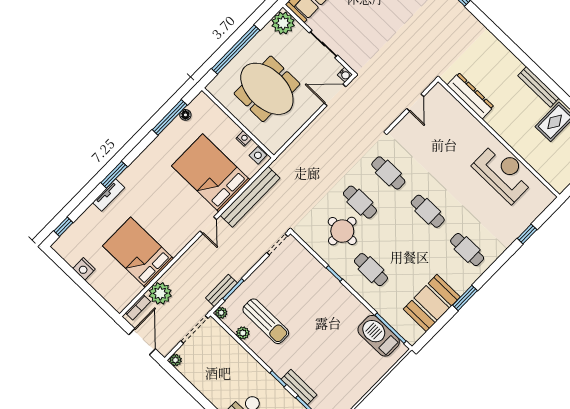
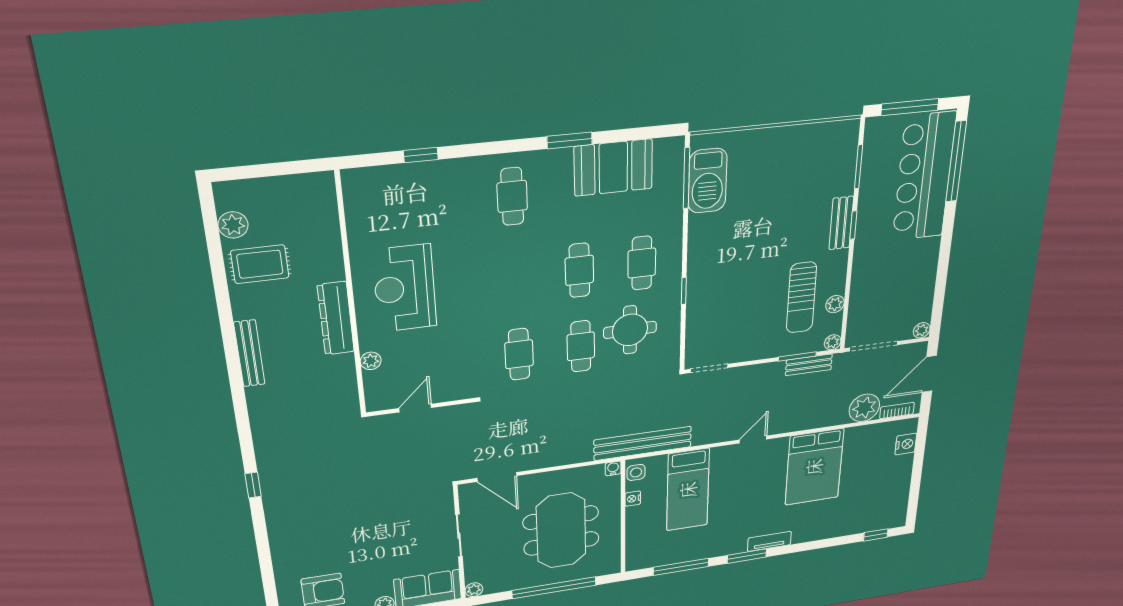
plant: (283, 23) -> (474, 590), width x0.53, depth x0.53
water cooler: (345, 75) -> (613, 468), moved
bench: (538, 87) -> (249, 353), moved
dresser: (470, 96) -> (336, 318), moved
plant: (460, 112) -> (371, 361), added
floor lamp: (185, 115) -> (664, 559), removed
bed: (211, 173) -> (688, 490), width x0.67
reception desk: (503, 173) -> (405, 288), moved
window: (114, 175) -> (747, 556), moved
tv unit: (109, 195) -> (769, 541), moved
bench: (250, 197) -> (643, 443), moved
cafe table: (428, 211) -> (579, 270), moved
bed: (138, 252) -> (814, 467), moved
nightstand: (84, 269) -> (906, 444), moved
sun lounger: (266, 321) -> (801, 298), turned 180
bench: (299, 387) -> (841, 223), moved

